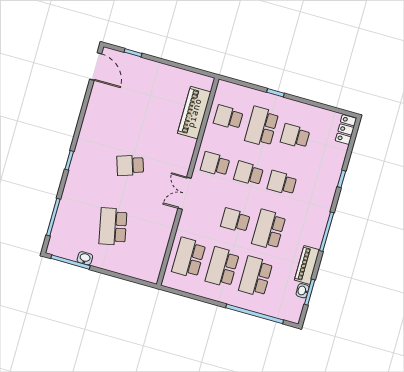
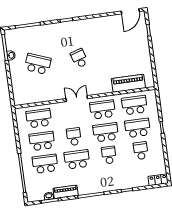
school desk: (228, 117) -> (134, 105), width x1.85
school desk: (215, 164) -> (103, 110), width x1.85
school desk: (249, 173) -> (106, 132), width x1.85
school desk: (113, 226) -> (38, 64), turned 33

